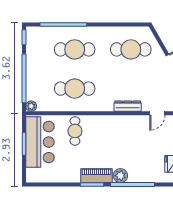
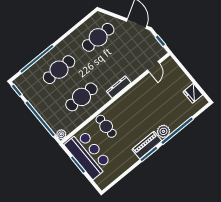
dresser: (128, 106) -> (119, 87), moved

